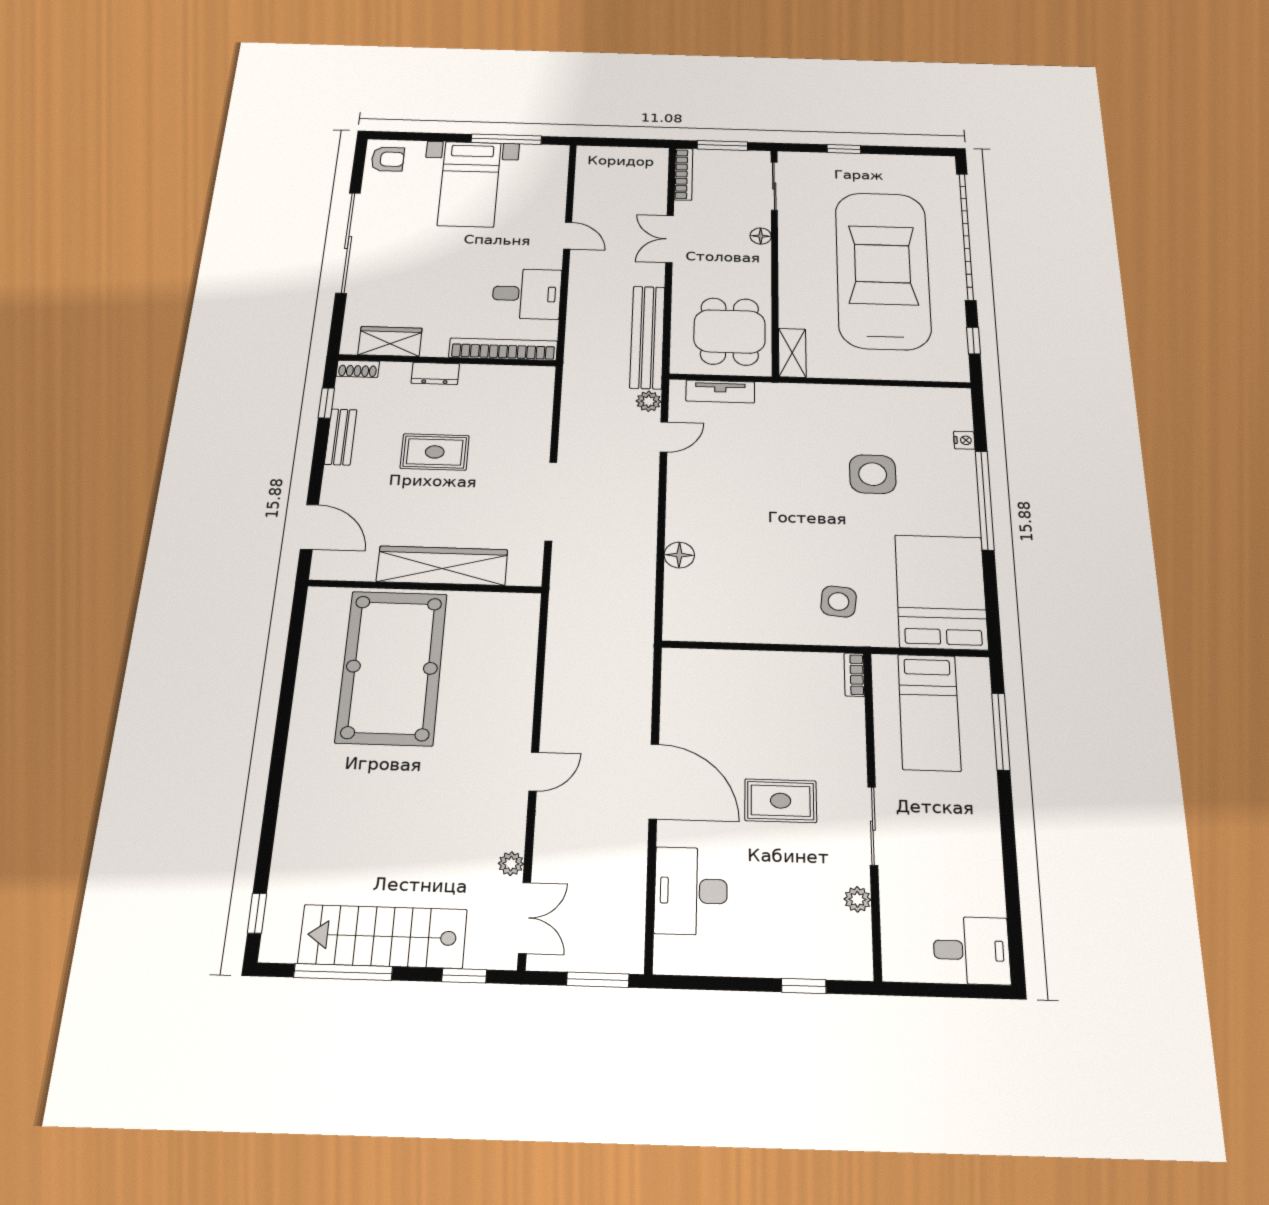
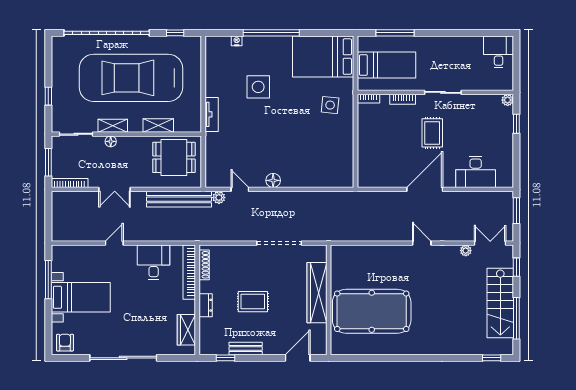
shelving: (790, 240) -> (113, 126), added
shelving: (792, 353) -> (158, 126), moved
shoe rack: (358, 369) -> (204, 265), moved, width x1.43
tv unit: (720, 392) -> (212, 114), moved
rug: (435, 452) -> (253, 302), turned 90
floor lamp: (679, 555) -> (273, 180), moved
bookcase: (855, 742) -> (403, 99), added
plant: (857, 899) -> (508, 100), moved

